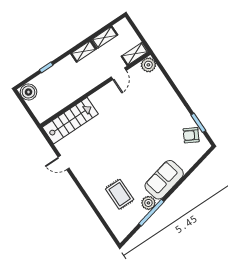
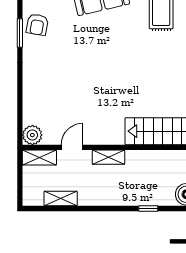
shelving: (84, 51) -> (108, 157), moved
armchair: (191, 135) -> (37, 25), turned 72

